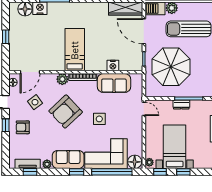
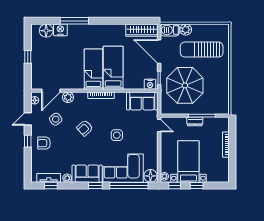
bed: (95, 48) -> (113, 68), added
nightstand: (113, 65) -> (150, 84), moved
plant: (62, 79) -> (68, 97), moved
sofa: (114, 83) -> (142, 101), moved
armchair: (66, 111) -> (85, 128), width x0.53, depth x0.53

